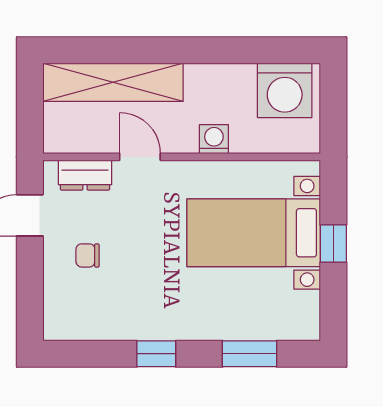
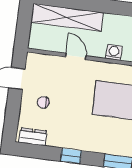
dresser: (85, 175) -> (33, 137), moved, turned 180

